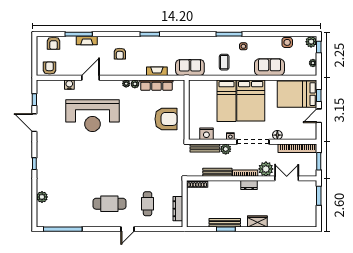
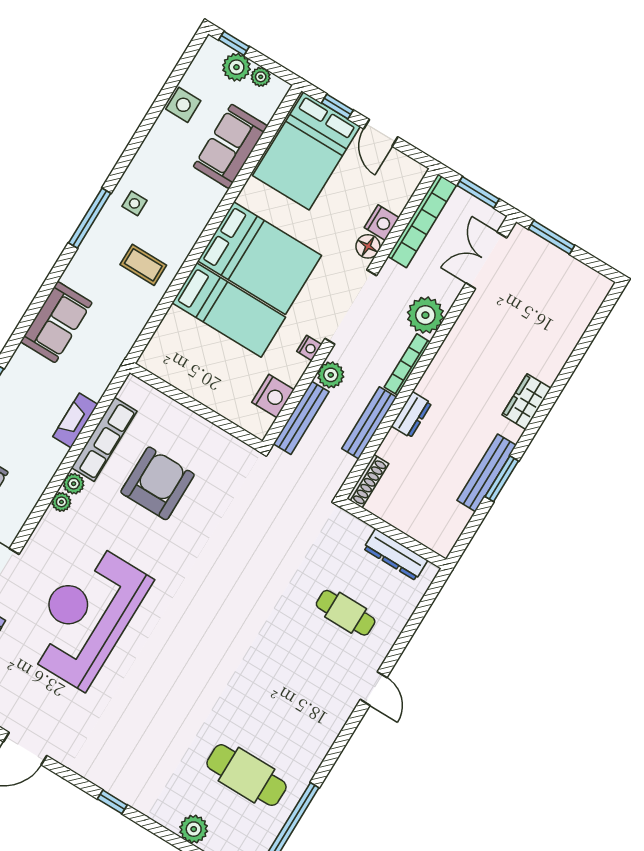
plant: (311, 42) -> (236, 67), moved
sofa: (269, 67) -> (230, 146), moved
sofa: (190, 68) -> (56, 322), moved, turned 180
reception desk: (92, 116) -> (86, 616), turned 180
armchair: (166, 119) -> (157, 483), moved
nightstand: (288, 135) -> (382, 223), added
double door: (287, 178) -> (486, 260), moved
dresser: (249, 185) -> (411, 415), moved
cafe table: (109, 204) -> (246, 775), moved, turned 90

